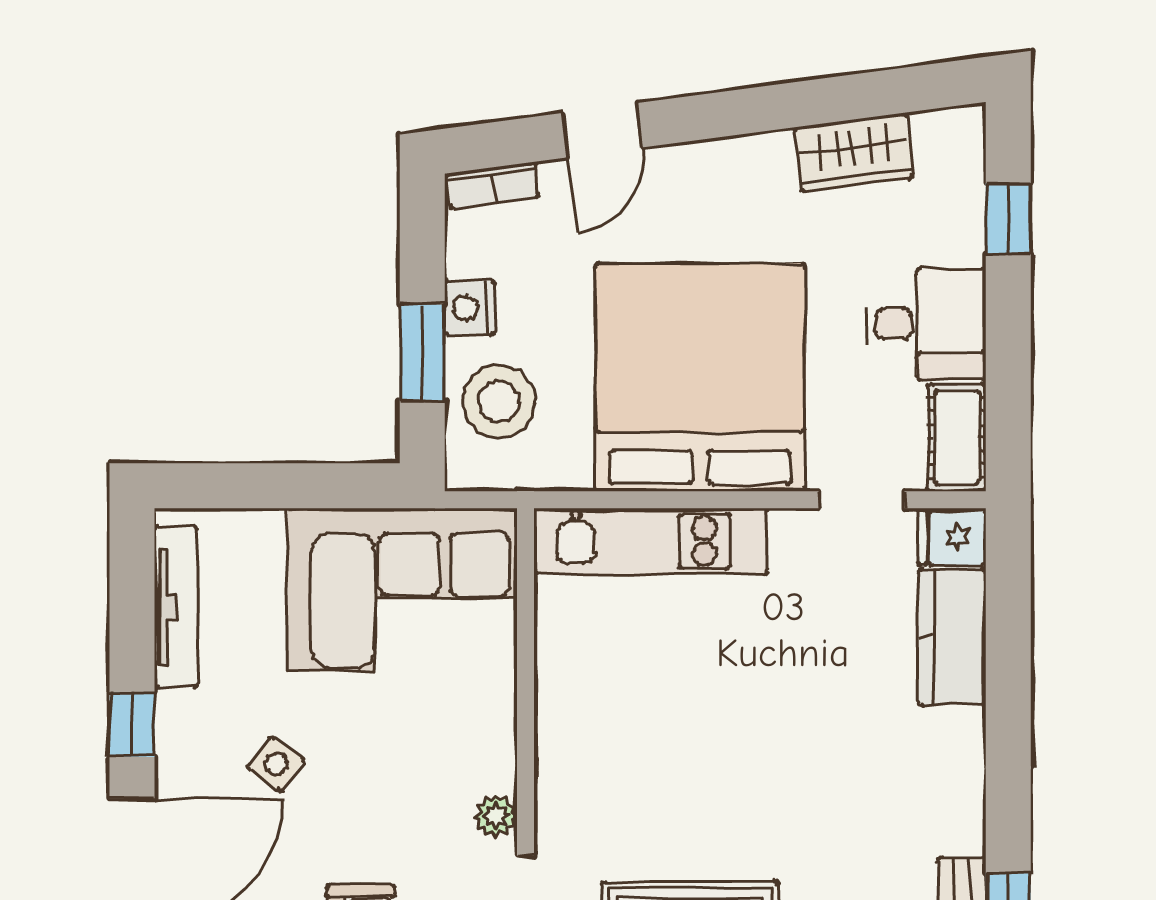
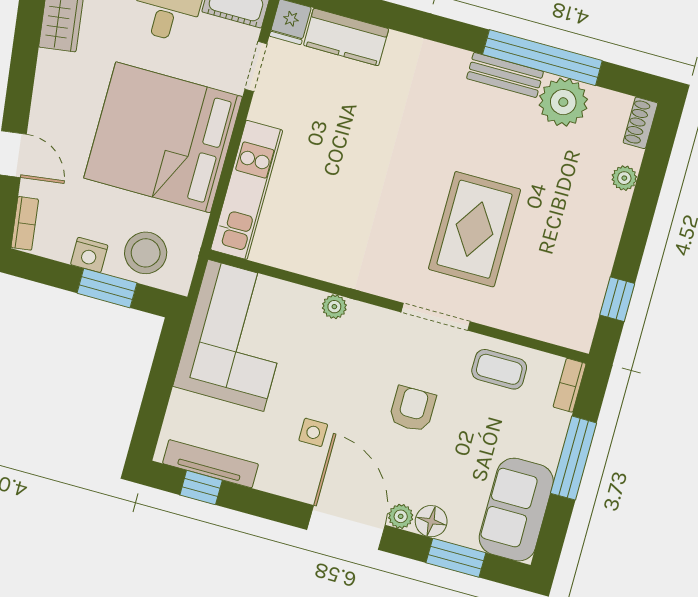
window: (132, 725) -> (201, 488), moved
side table: (276, 764) -> (313, 432), turned -36
plant: (496, 816) -> (334, 307), moved

